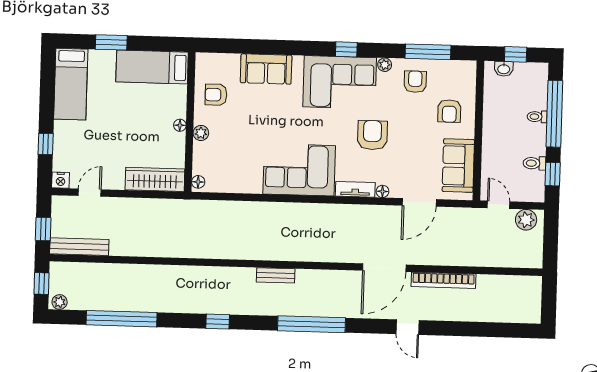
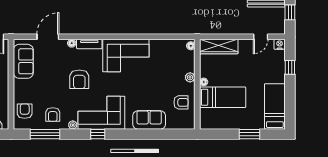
bed: (152, 67) -> (223, 97), moved
armchair: (449, 111) -> (25, 111), moved

